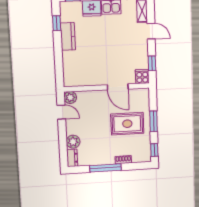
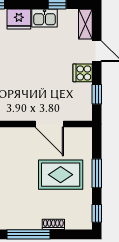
cooker: (142, 77) -> (83, 73), moved, turned -90

